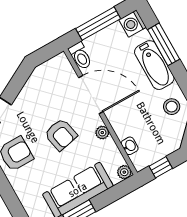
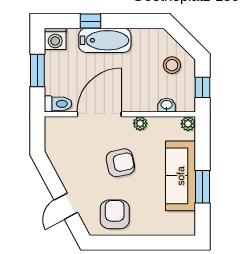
window: (98, 24) -> (37, 71), width x0.69
window: (164, 44) -> (91, 21), width x0.46
stool: (172, 107) -> (172, 65), moved

